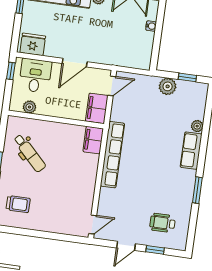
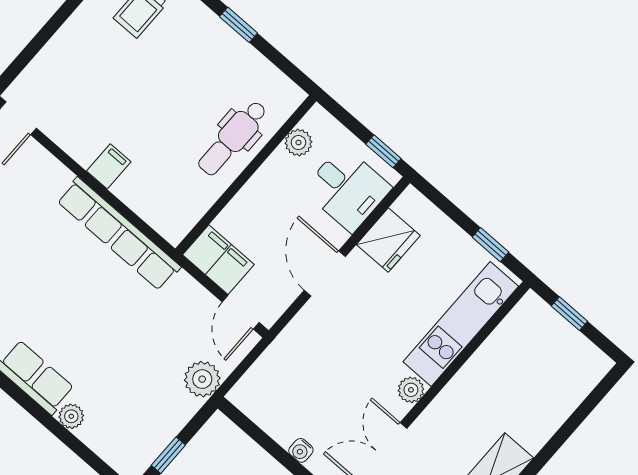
fridge: (33, 44) -> (388, 240), moved
plant: (168, 86) -> (202, 379), moved
filing cabinet: (93, 140) -> (109, 166), moved, width x0.50
dental chair: (30, 153) -> (233, 138), moved, turned -45

